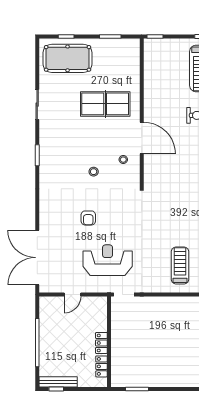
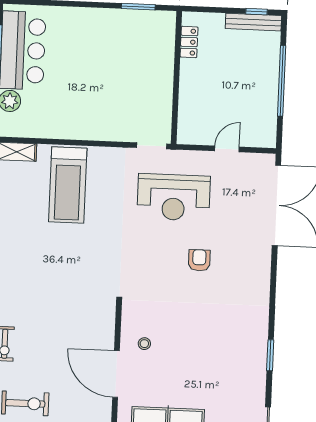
stool: (94, 172) -> (189, 328), removed
treadmill: (180, 265) -> (68, 185), width x1.37, depth x1.38
locker: (101, 343) -> (188, 76), removed

